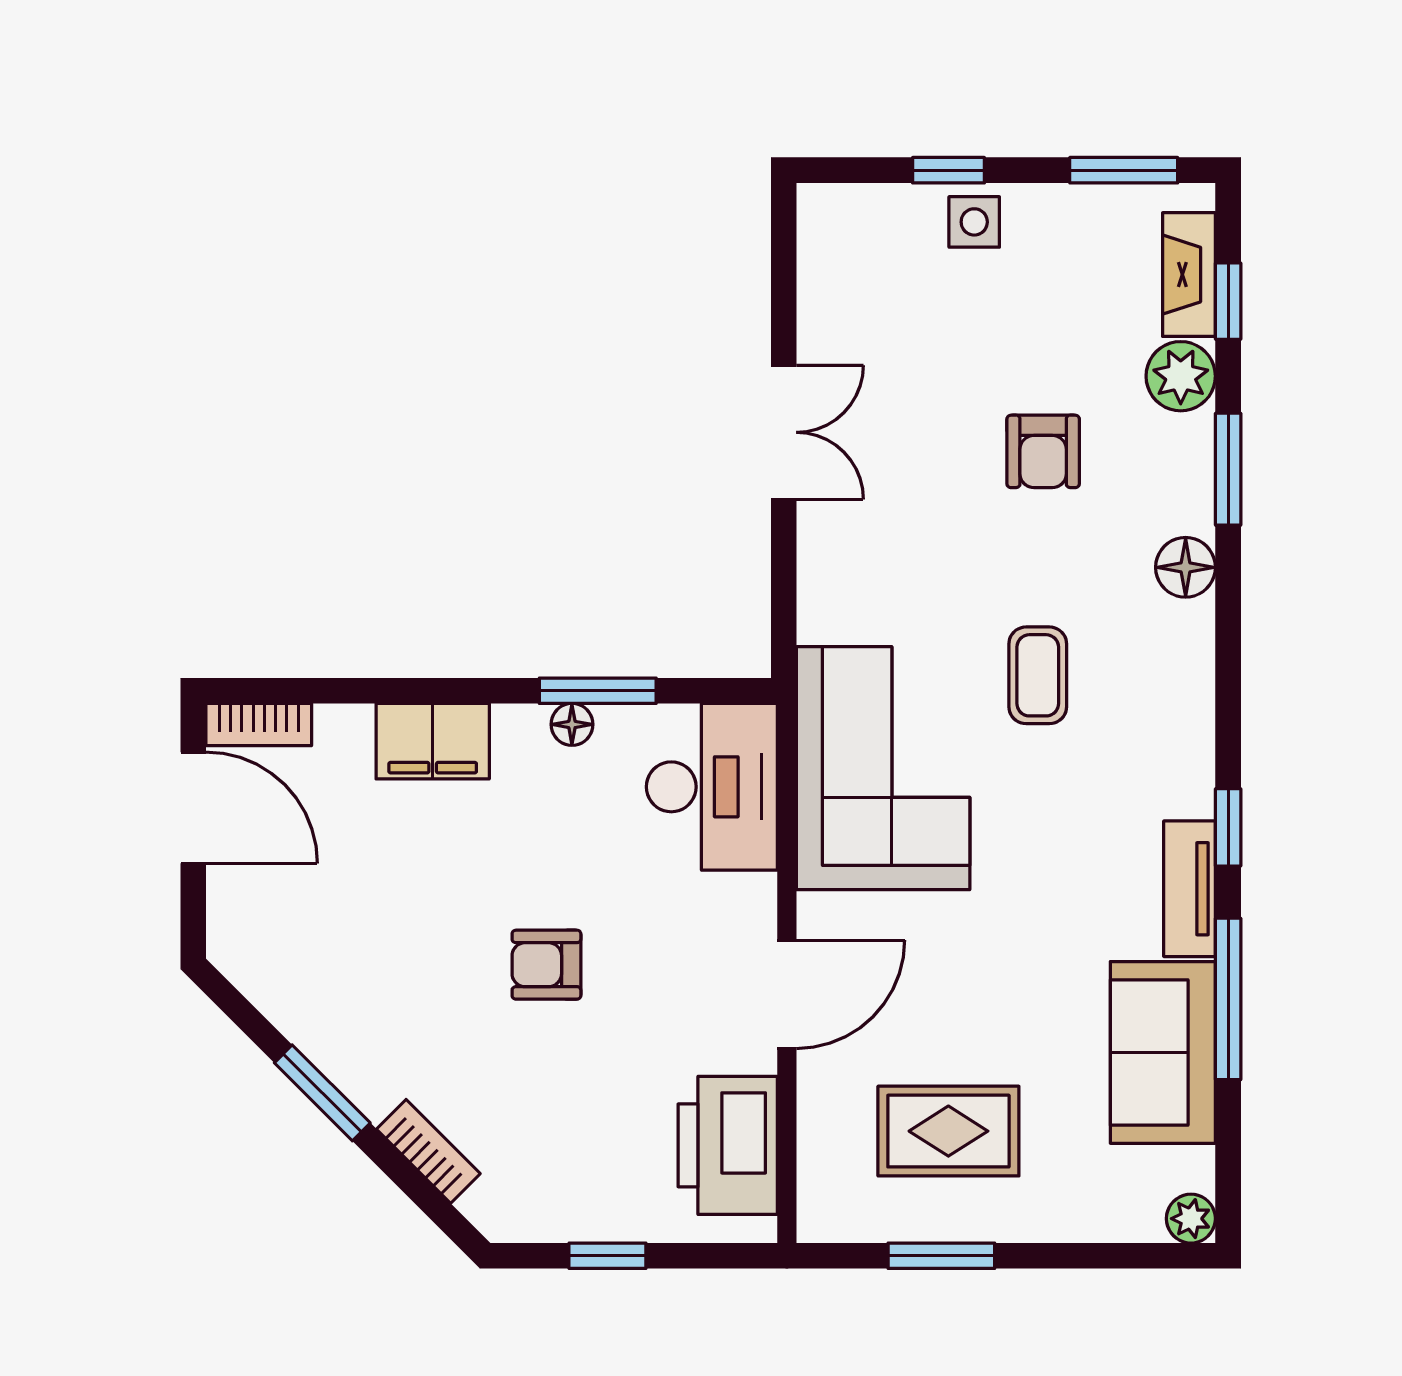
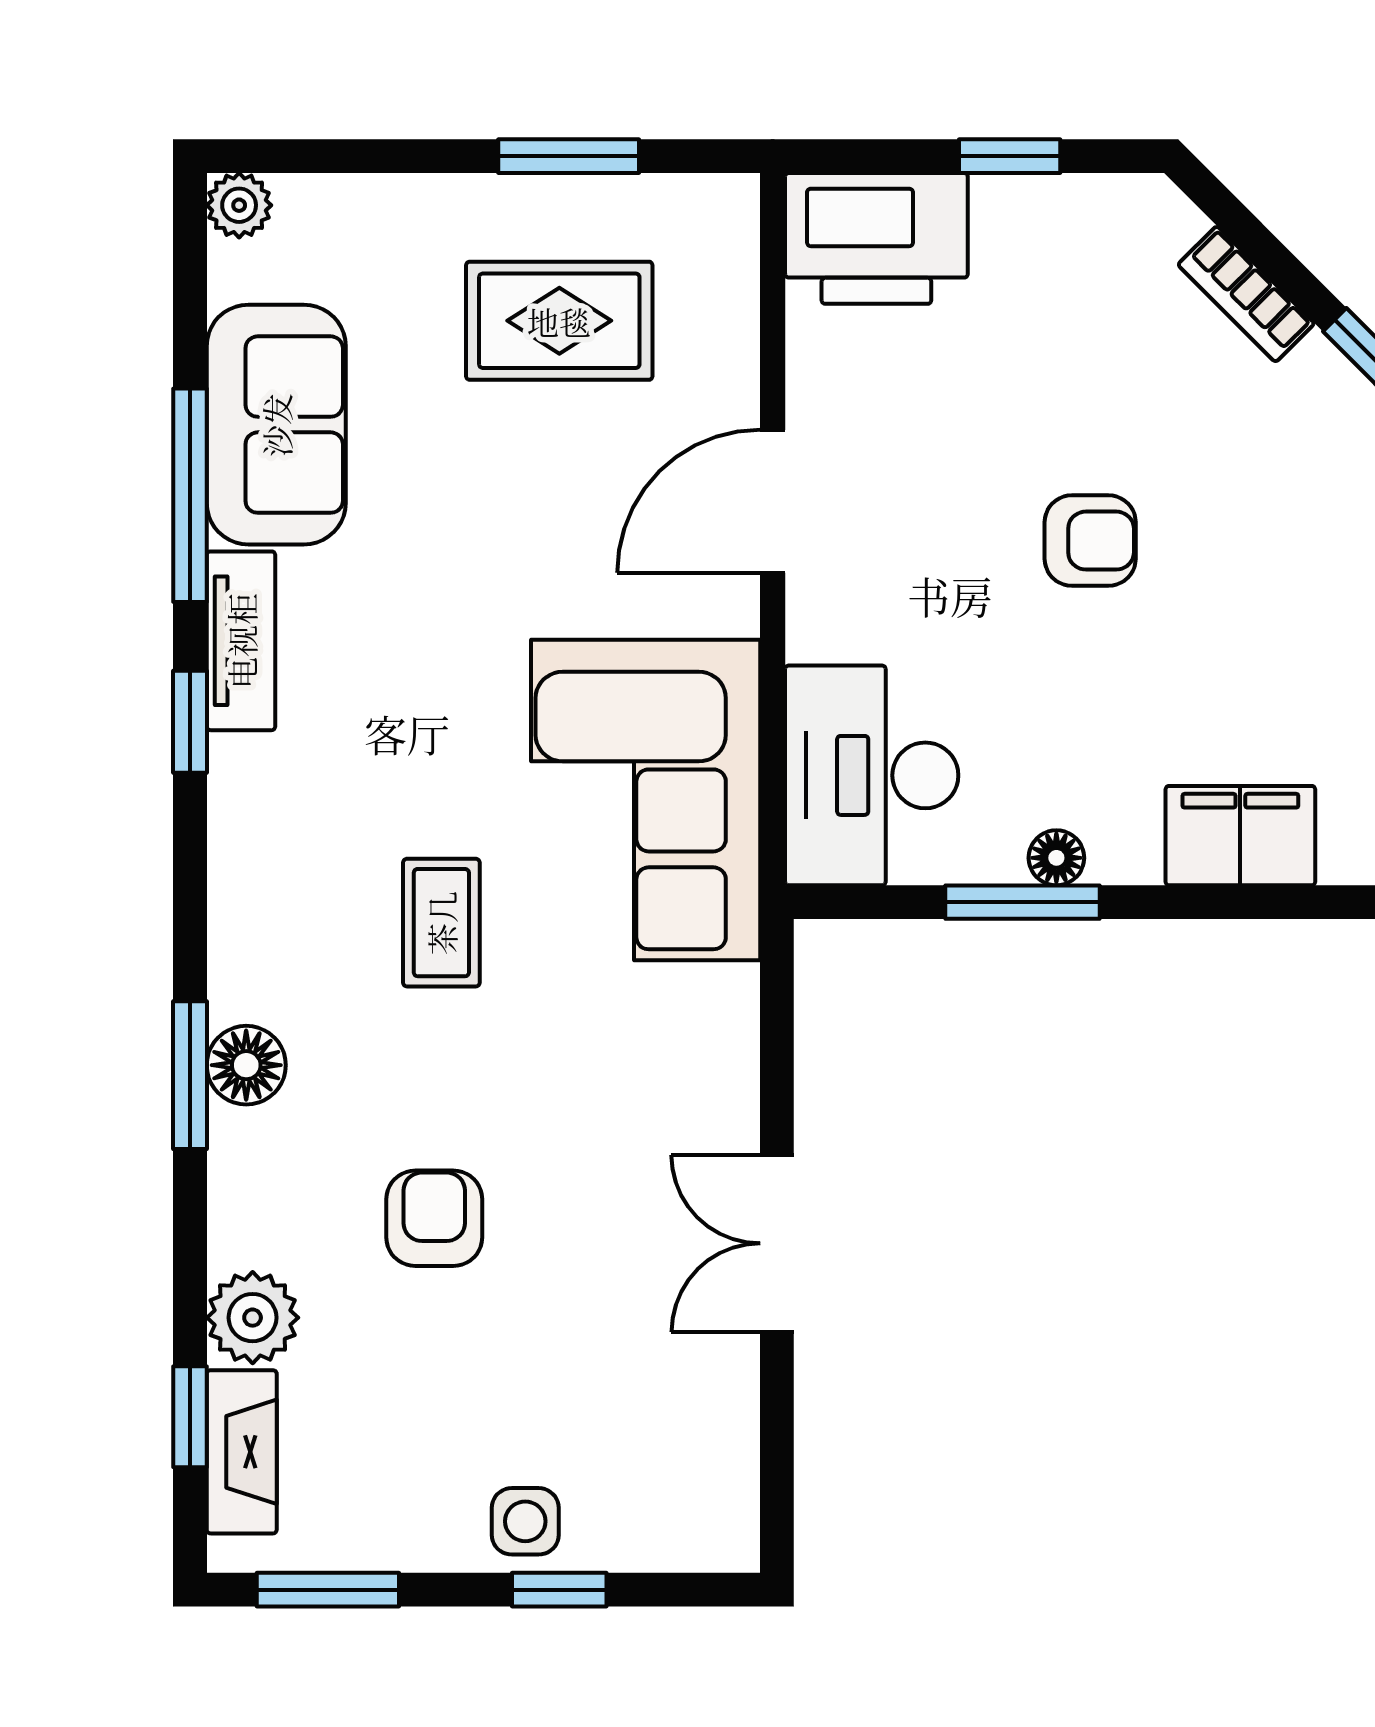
window: (1228, 469) -> (190, 1075), moved
printer: (728, 1145) -> (876, 238), moved, turned 90

